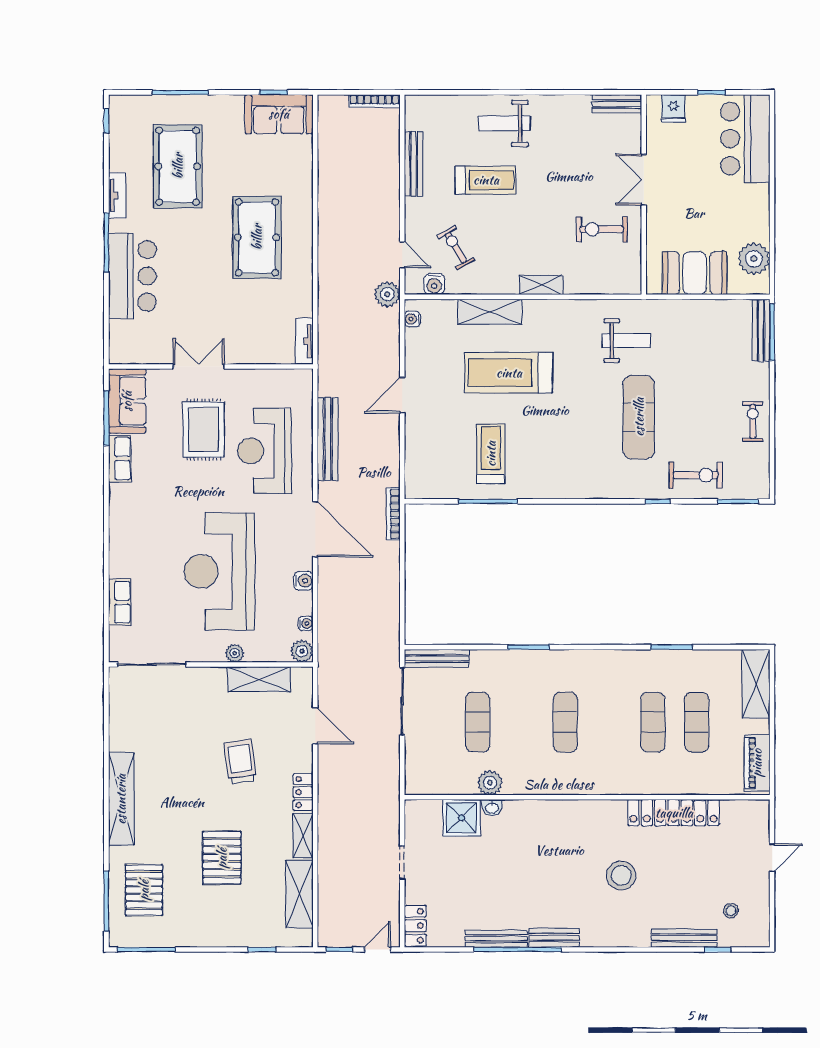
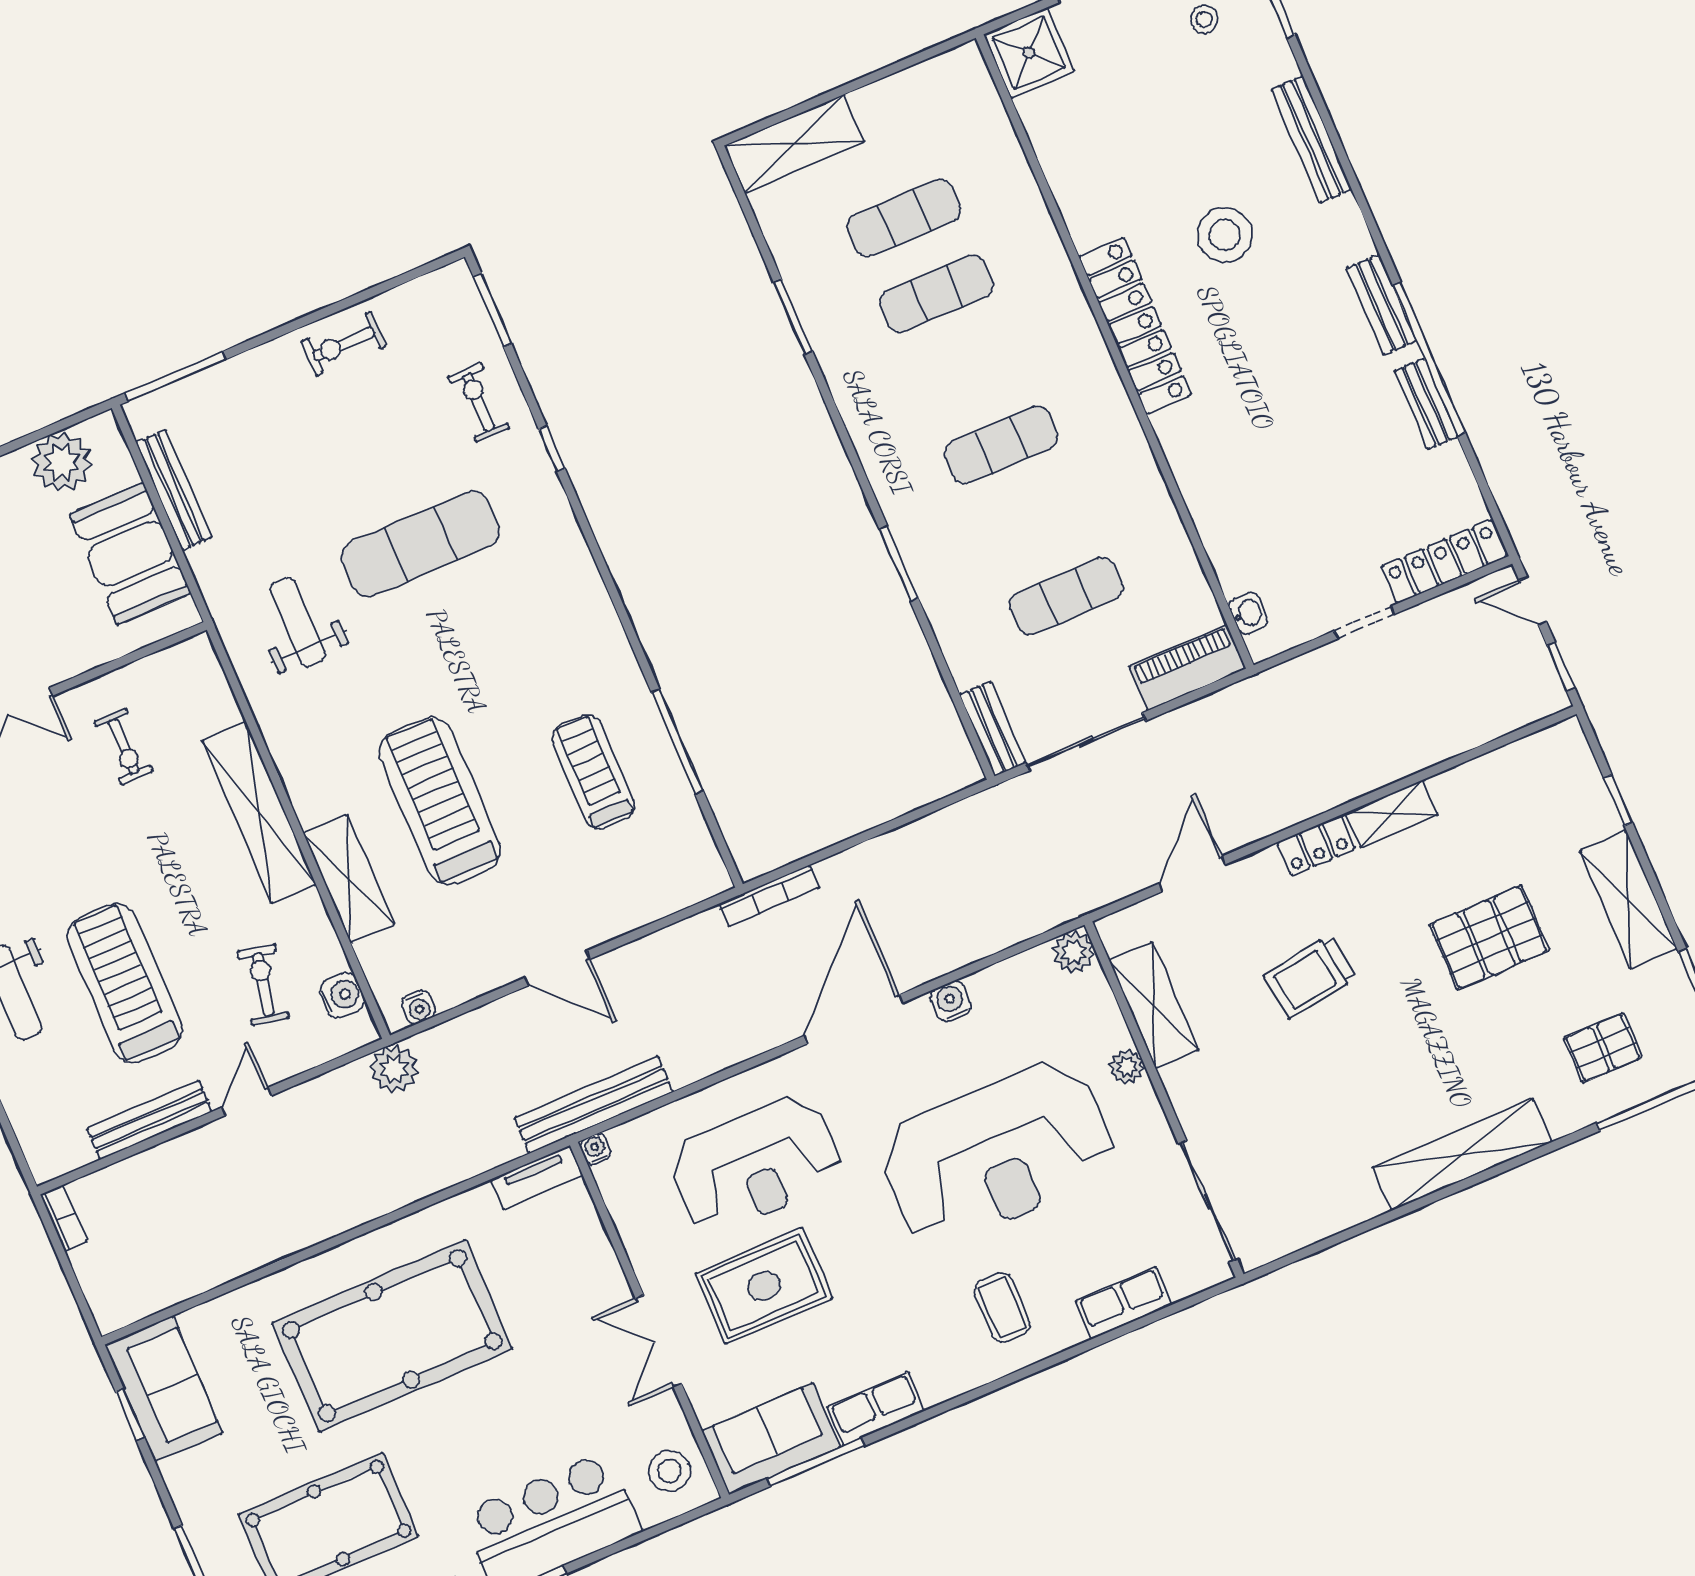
bookcase: (374, 101) -> (63, 1218), width x0.64
treadmill: (486, 180) -> (125, 983), width x1.37, depth x1.38
exercise bike: (602, 229) -> (124, 747), width x0.73, depth x0.72
pool table: (257, 237) -> (392, 1336), width x1.36, depth x1.32
exercise bike: (456, 248) -> (263, 985), turned 132
door: (402, 255) -> (246, 1102), moved
shelving: (541, 285) -> (259, 813), width x2.20, depth x1.33
bench: (761, 330) -> (174, 490), moved, turned 90
stool: (133, 345) -> (670, 1471), added
treadmill: (509, 373) -> (440, 801), turned 180
bench: (328, 439) -> (594, 1105), moved
treadmill: (491, 454) -> (593, 772), turned 90
exercise bike: (696, 475) -> (478, 402), width x0.73, depth x0.72
coffee table: (143, 542) -> (1002, 1307), added
water cooler: (306, 623) -> (596, 1149), moved
bench: (437, 658) -> (993, 729), width x0.73
piano: (757, 763) -> (1187, 668), moved, turned 180
plant: (490, 783) -> (1161, 530), removed
washbasin: (492, 808) -> (1248, 613), moved
locker: (674, 813) -> (1135, 325), moved
shower: (462, 818) -> (1029, 53), moved
pallet: (144, 890) -> (1603, 1048), width x0.67, depth x0.71
shelving: (299, 894) -> (1628, 900), moved, turned 90
locker: (415, 926) -> (1444, 562), width x1.53
bench: (684, 938) -> (1312, 139), moved
bench: (496, 939) -> (1426, 404), width x0.73

